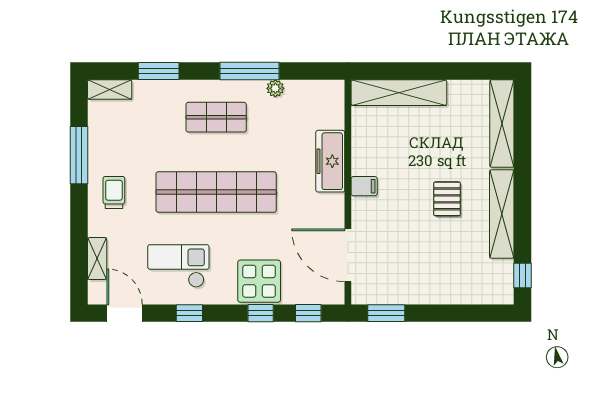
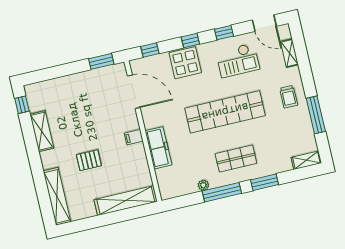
window: (159, 71) -> (264, 182), moved
pallet: (447, 199) -> (89, 160), moved, turned 90
shelving: (502, 214) -> (42, 131), width x0.68
window: (261, 313) -> (190, 40), moved

